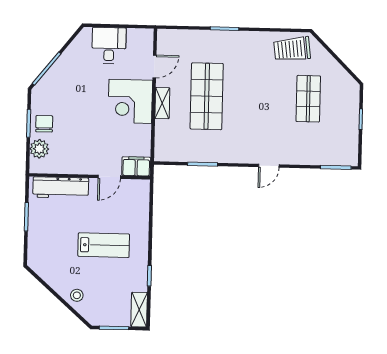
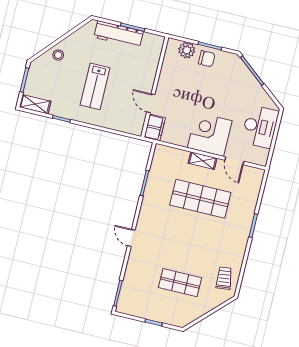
desk: (109, 46) -> (260, 127), width x1.37
trolley: (292, 49) -> (224, 278), width x0.73, depth x0.72
workbench: (61, 188) -> (119, 34), moved, turned -90

